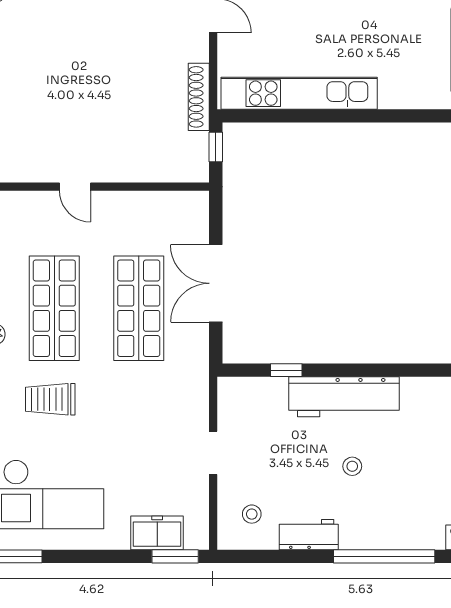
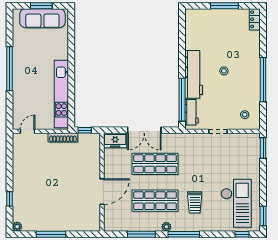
door: (75, 187) -> (102, 192), width x1.88
window: (286, 370) -> (182, 100), width x3.17
freezer: (157, 533) -> (115, 141), moved, turned -90
workbench: (309, 535) -> (191, 112), moved, turned 180
window: (384, 556) -> (263, 80), moved

